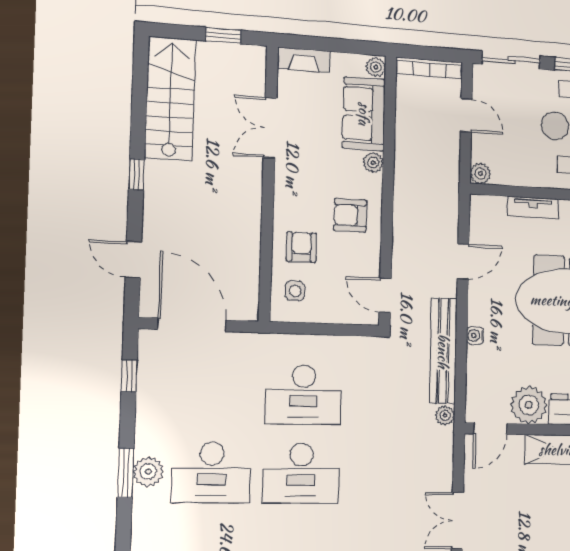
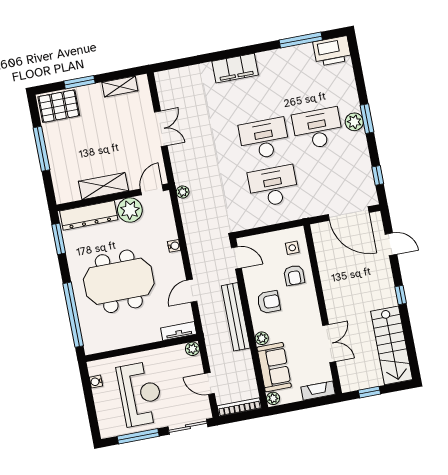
tv unit: (533, 208) -> (179, 331), moved
bench: (443, 351) -> (236, 317), moved

